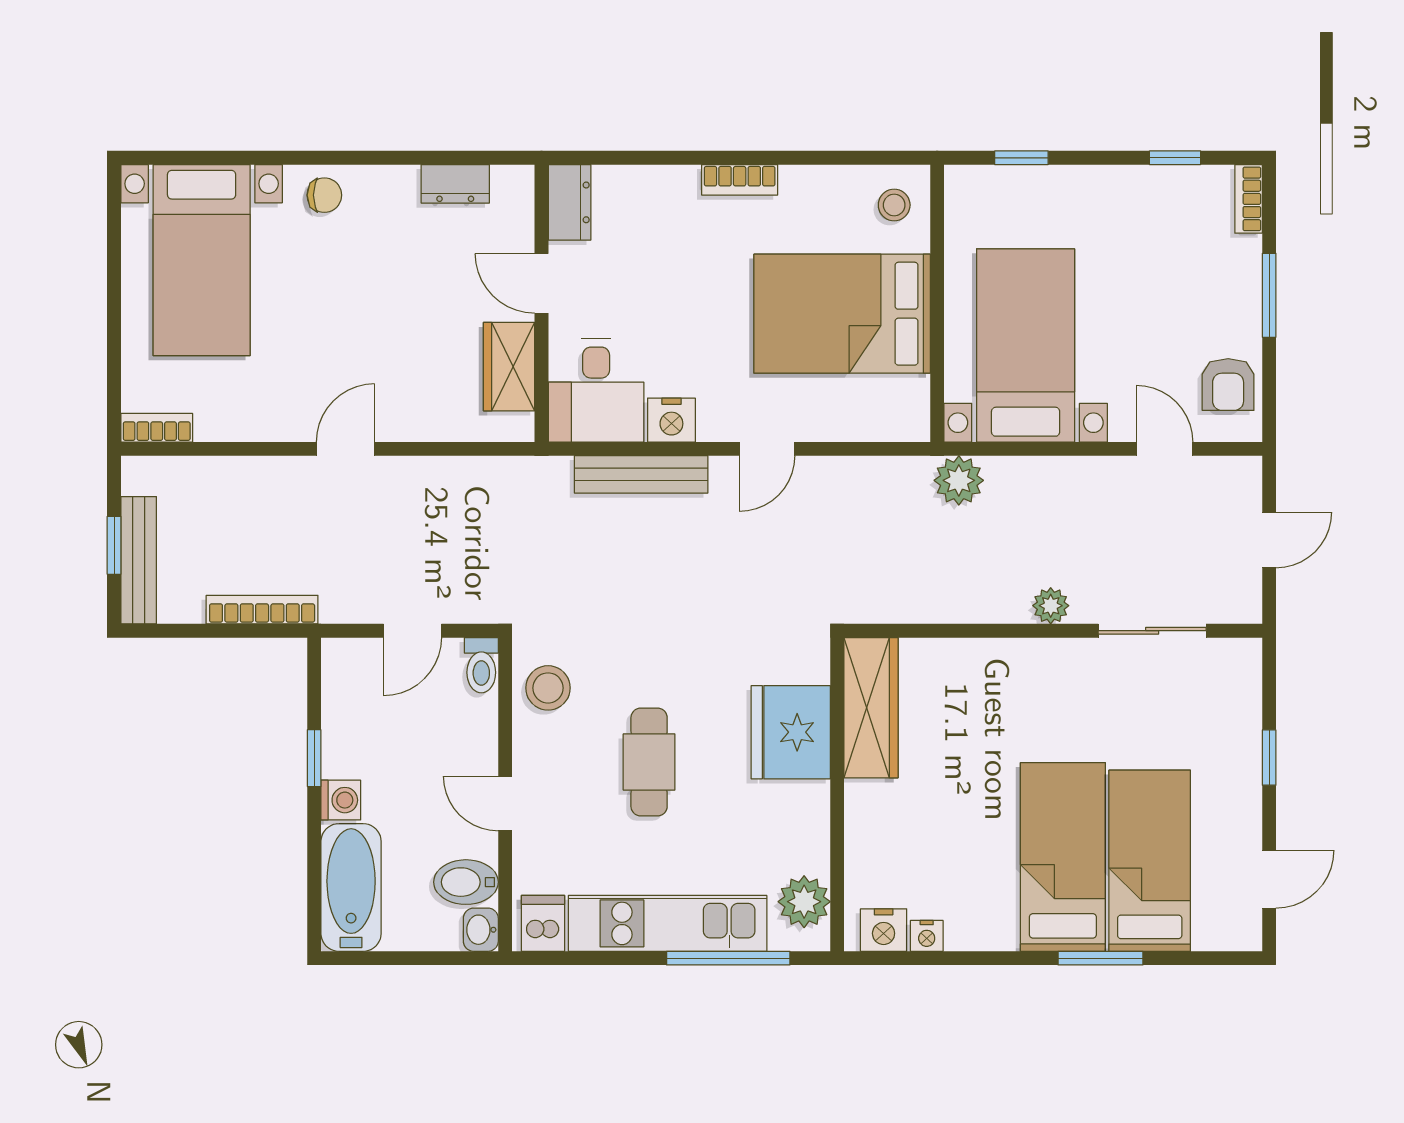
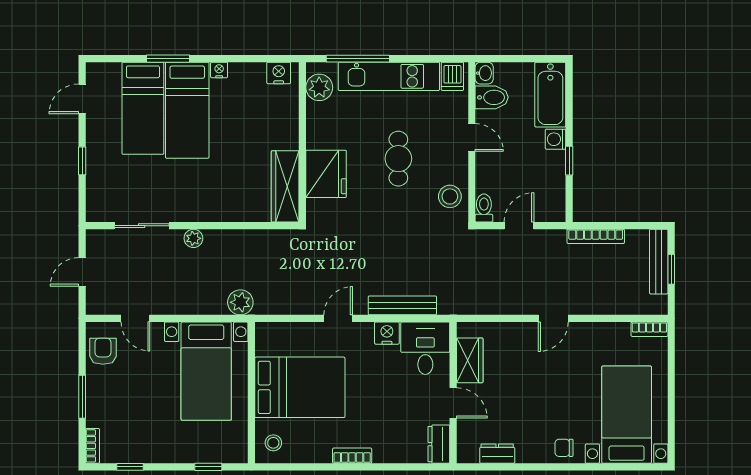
nightstand: (927, 936) -> (219, 70), moved

